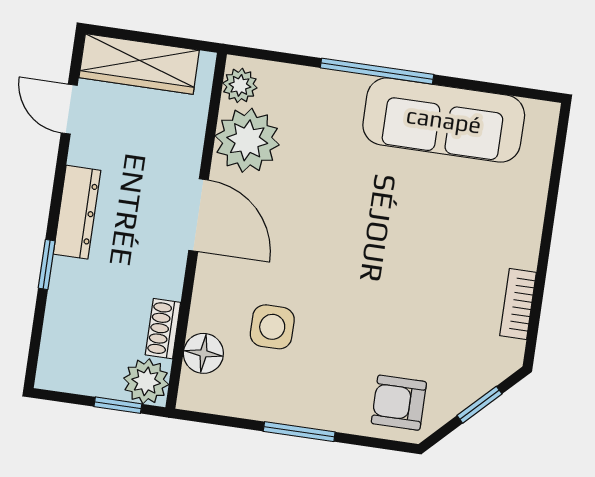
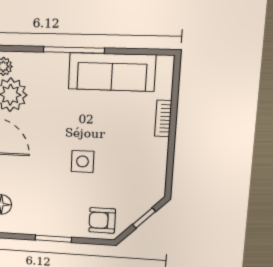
bookcase: (518, 304) -> (163, 118), moved
side table: (272, 327) -> (83, 161), moved

